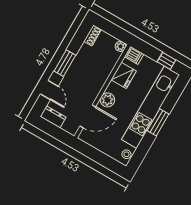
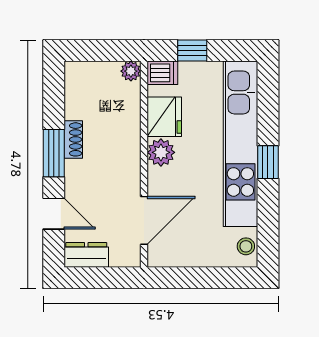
shoe rack: (93, 35) -> (73, 139), moved
window: (166, 61) -> (192, 51), moved
plant: (107, 100) -> (161, 152), moved
window: (158, 122) -> (268, 162), width x0.67

